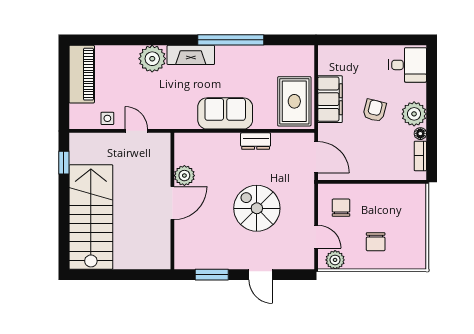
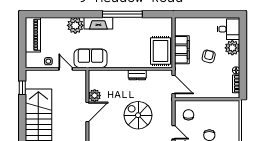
sofa: (225, 113) -> (91, 58), moved
plant: (414, 114) -> (232, 48), moved

